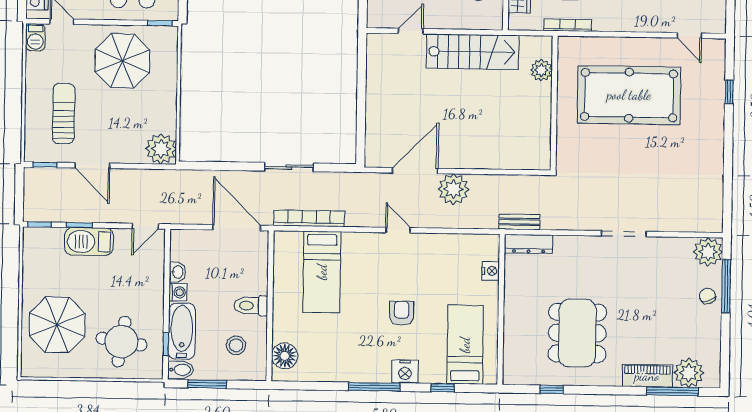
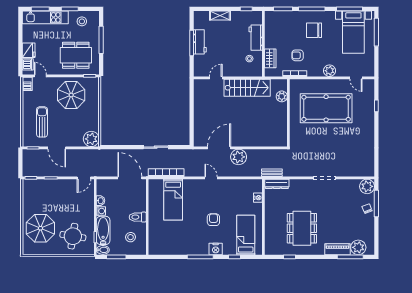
plant: (637, 21) -> (329, 71), added
barbecue: (89, 242) -> (56, 186), removed
floor lamp: (285, 356) -> (155, 242), removed

